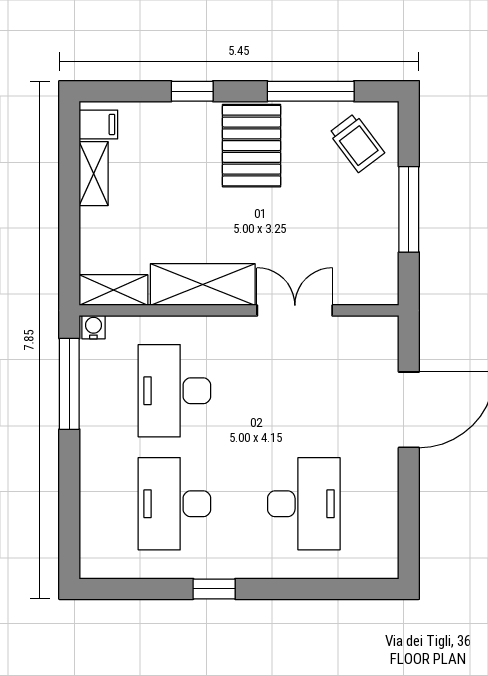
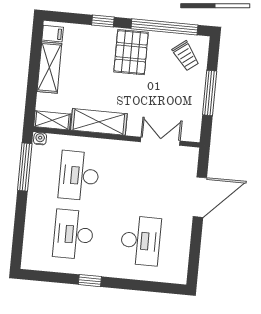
window: (311, 91) -> (164, 27), width x1.46
shelving: (94, 174) -> (49, 68), width x1.50, depth x1.33
double door: (295, 310) -> (160, 141), moved

